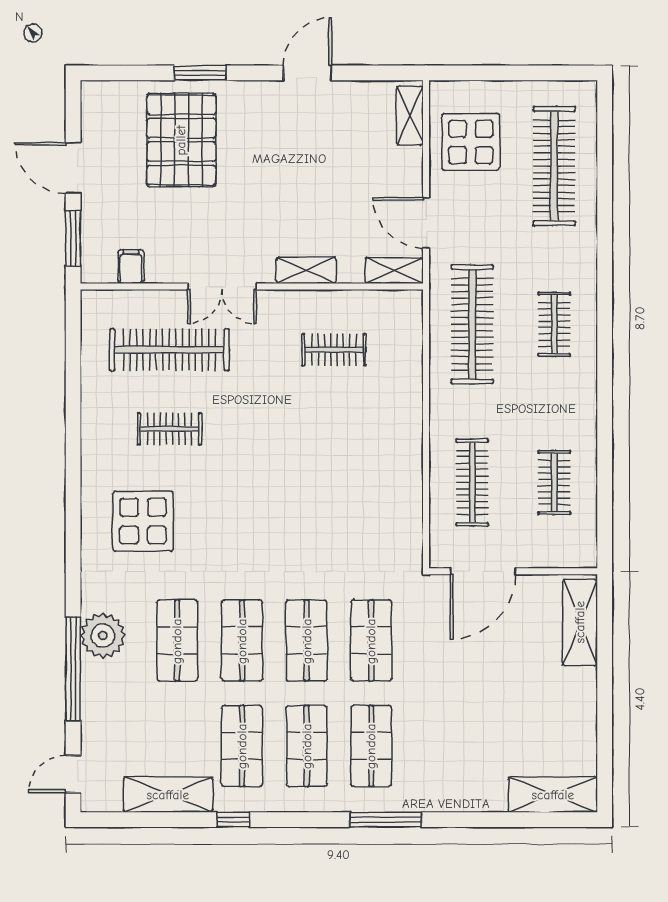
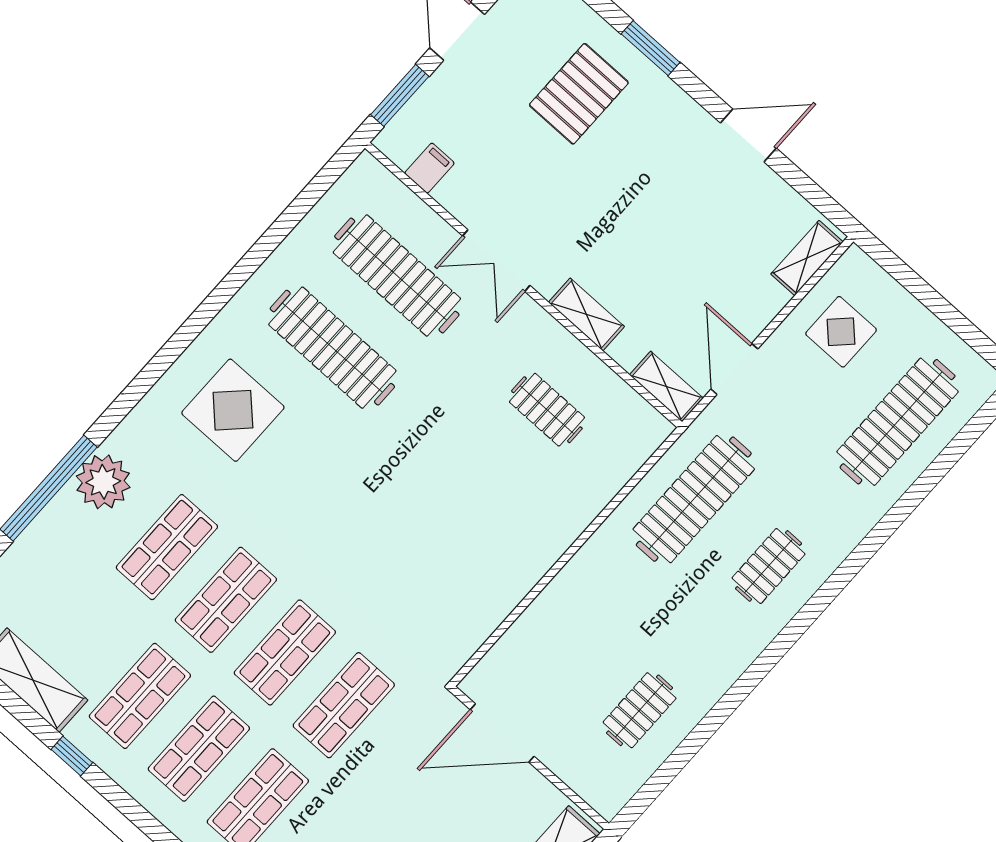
pallet: (181, 140) -> (579, 94), width x0.73, depth x0.71
display table: (471, 142) -> (841, 332), width x0.73, depth x0.73
clothes rail: (169, 429) -> (332, 348), width x1.86, depth x1.31
clothes rail: (472, 482) -> (565, 643), removed

